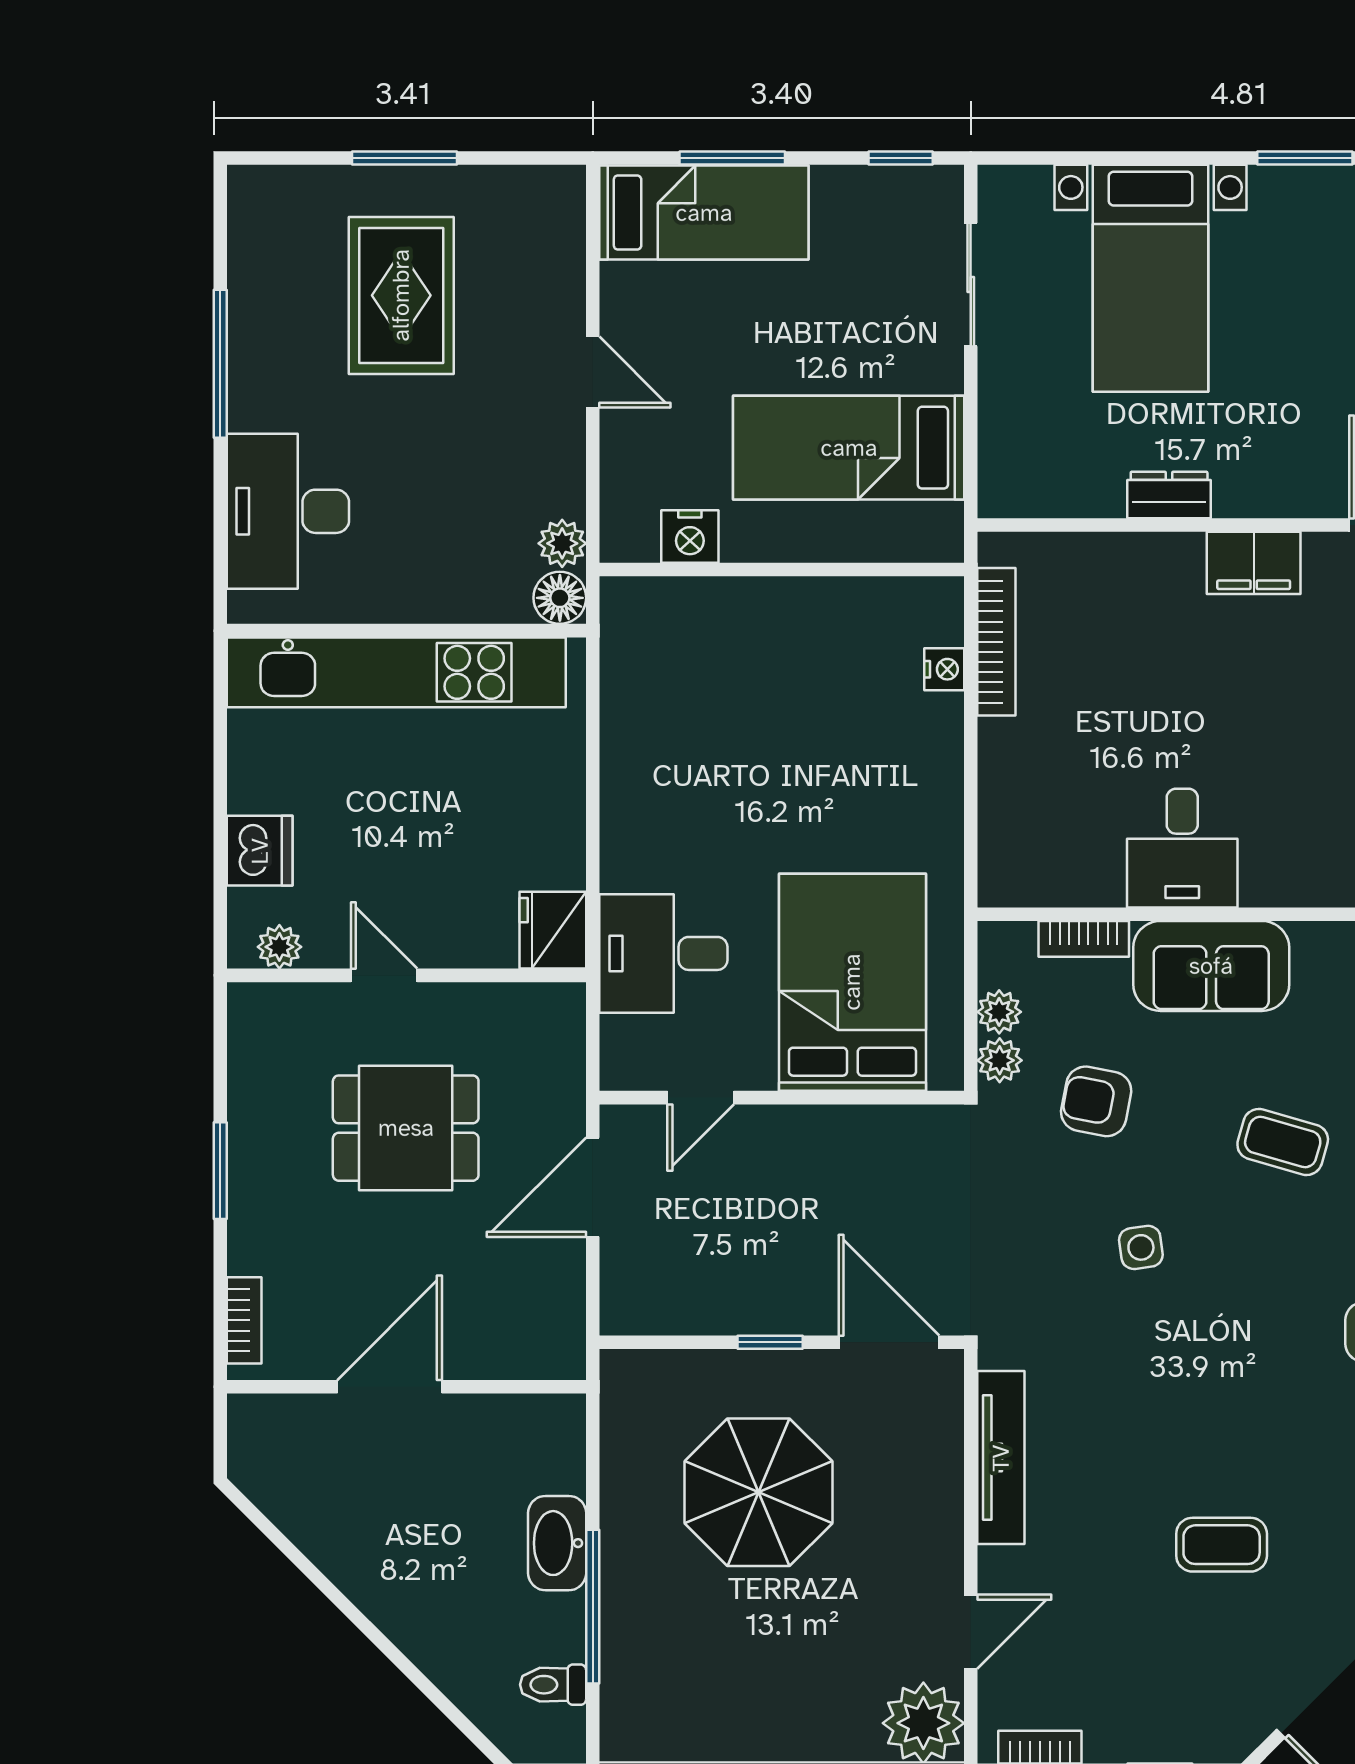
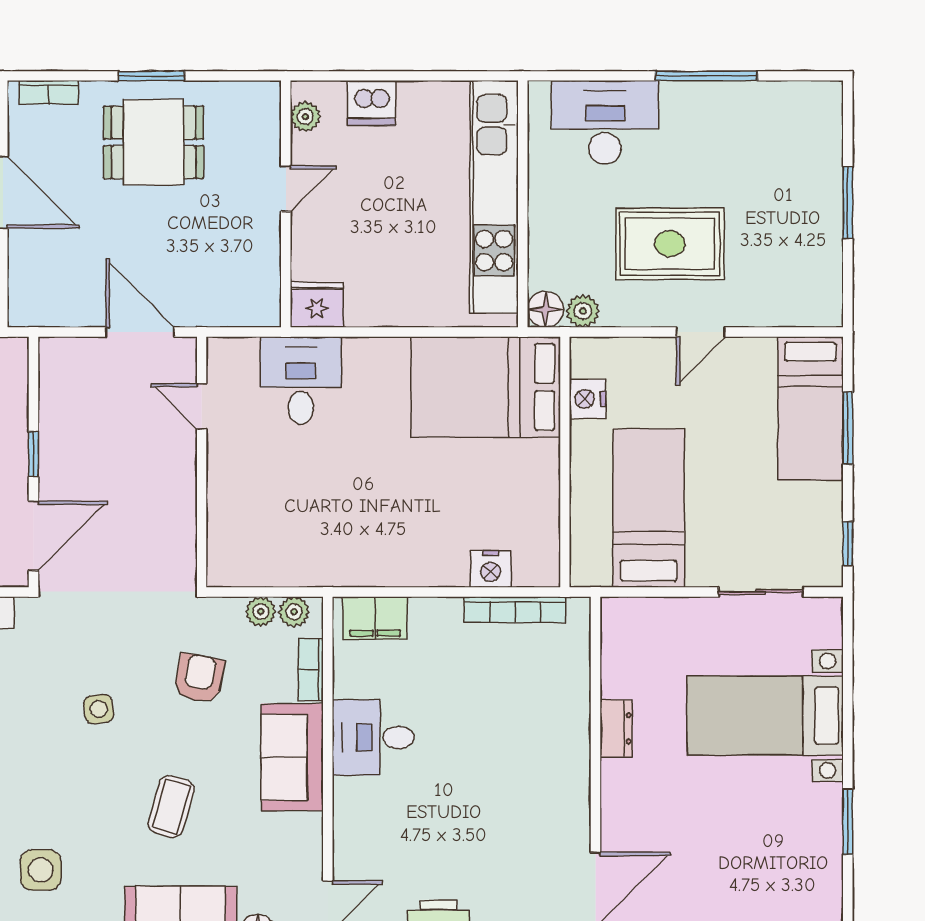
rug: (401, 295) -> (670, 244), moved
filing cabinet: (1254, 563) -> (375, 618), moved, turned -90
nightstand: (944, 669) -> (491, 569), width x1.39, depth x1.35
bed: (852, 982) -> (486, 387), moved, turned 180
plant: (1000, 1060) -> (294, 612), moved
dining table: (406, 1128) -> (153, 142), moved, turned 90

